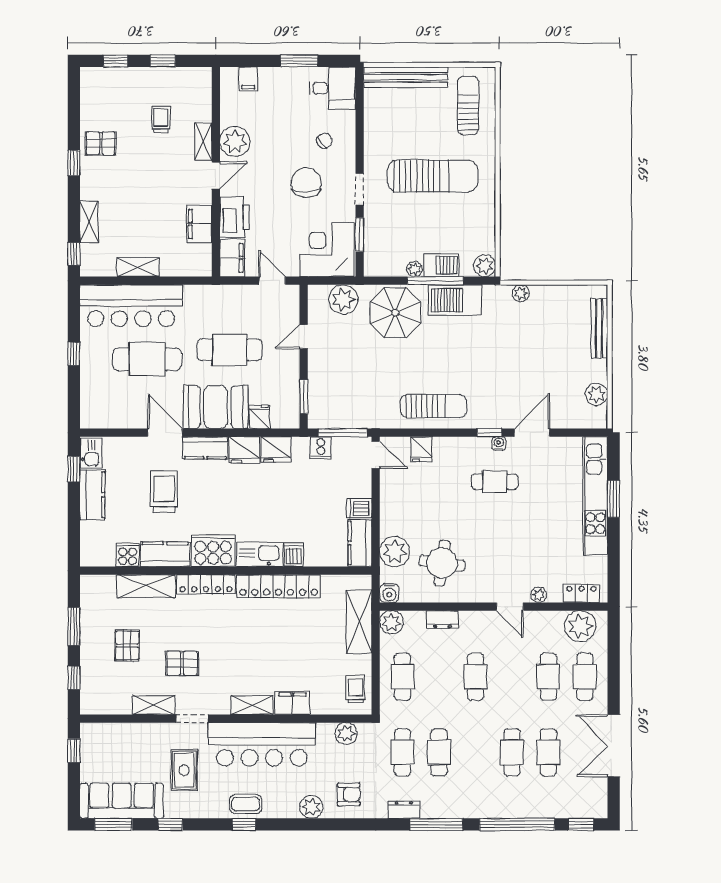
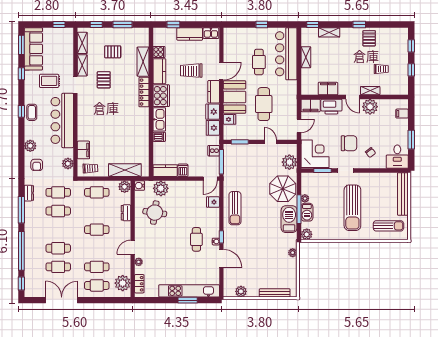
cafe table: (147, 359) -> (259, 62), width x0.73, depth x0.74
window: (74, 469) -> (173, 25), moved
trolley: (164, 492) -> (191, 71), turned 180
locker: (279, 586) -> (143, 129), removed
filing cabinet: (292, 703) -> (83, 150), moved
shelving: (252, 705) -> (82, 43), moved

